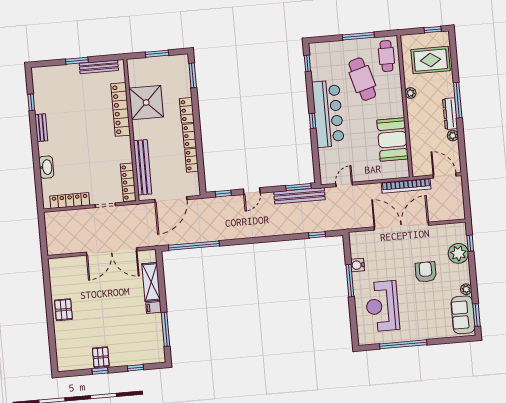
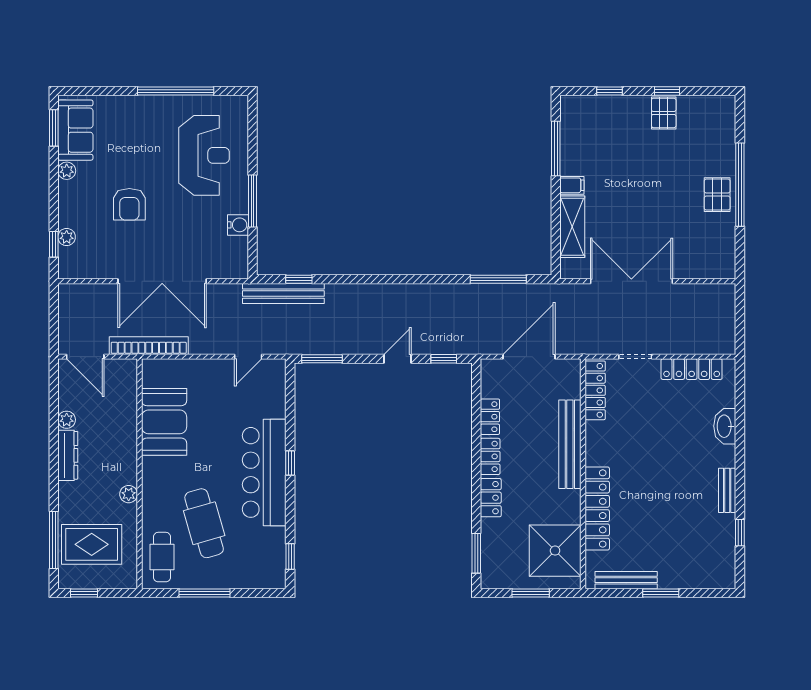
window: (458, 100) -> (54, 540), moved
shower: (146, 103) -> (555, 551), moved
bench: (143, 167) -> (570, 444), moved
bench: (299, 196) -> (283, 294), moved
window: (194, 246) -> (498, 279), width x0.68
plant: (458, 253) -> (67, 237), width x0.53, depth x0.53
window: (50, 317) -> (740, 185), added

